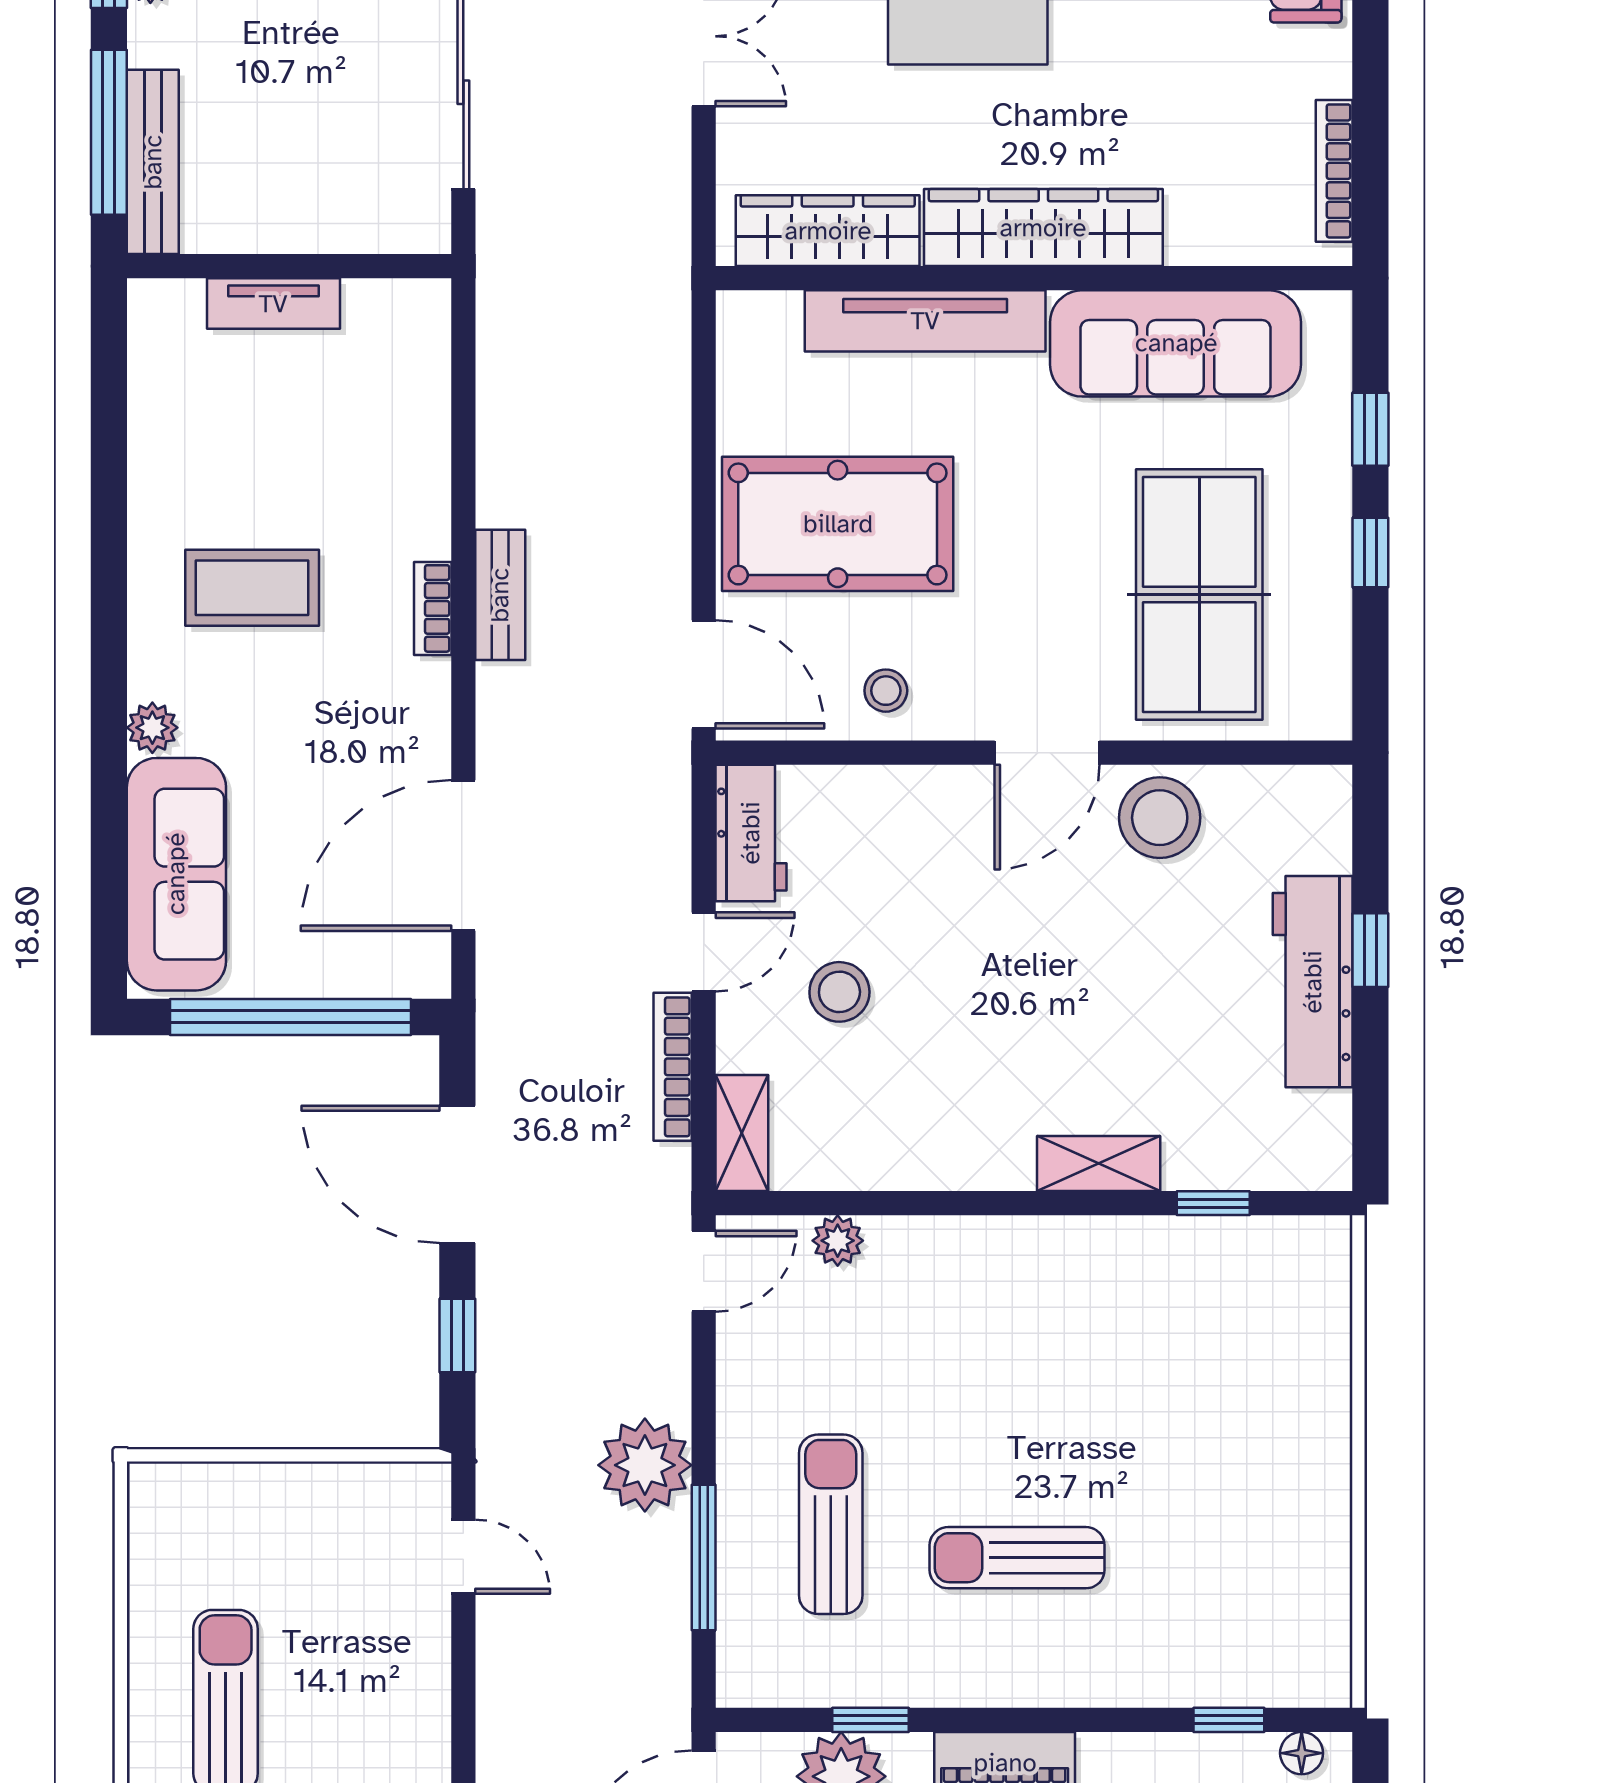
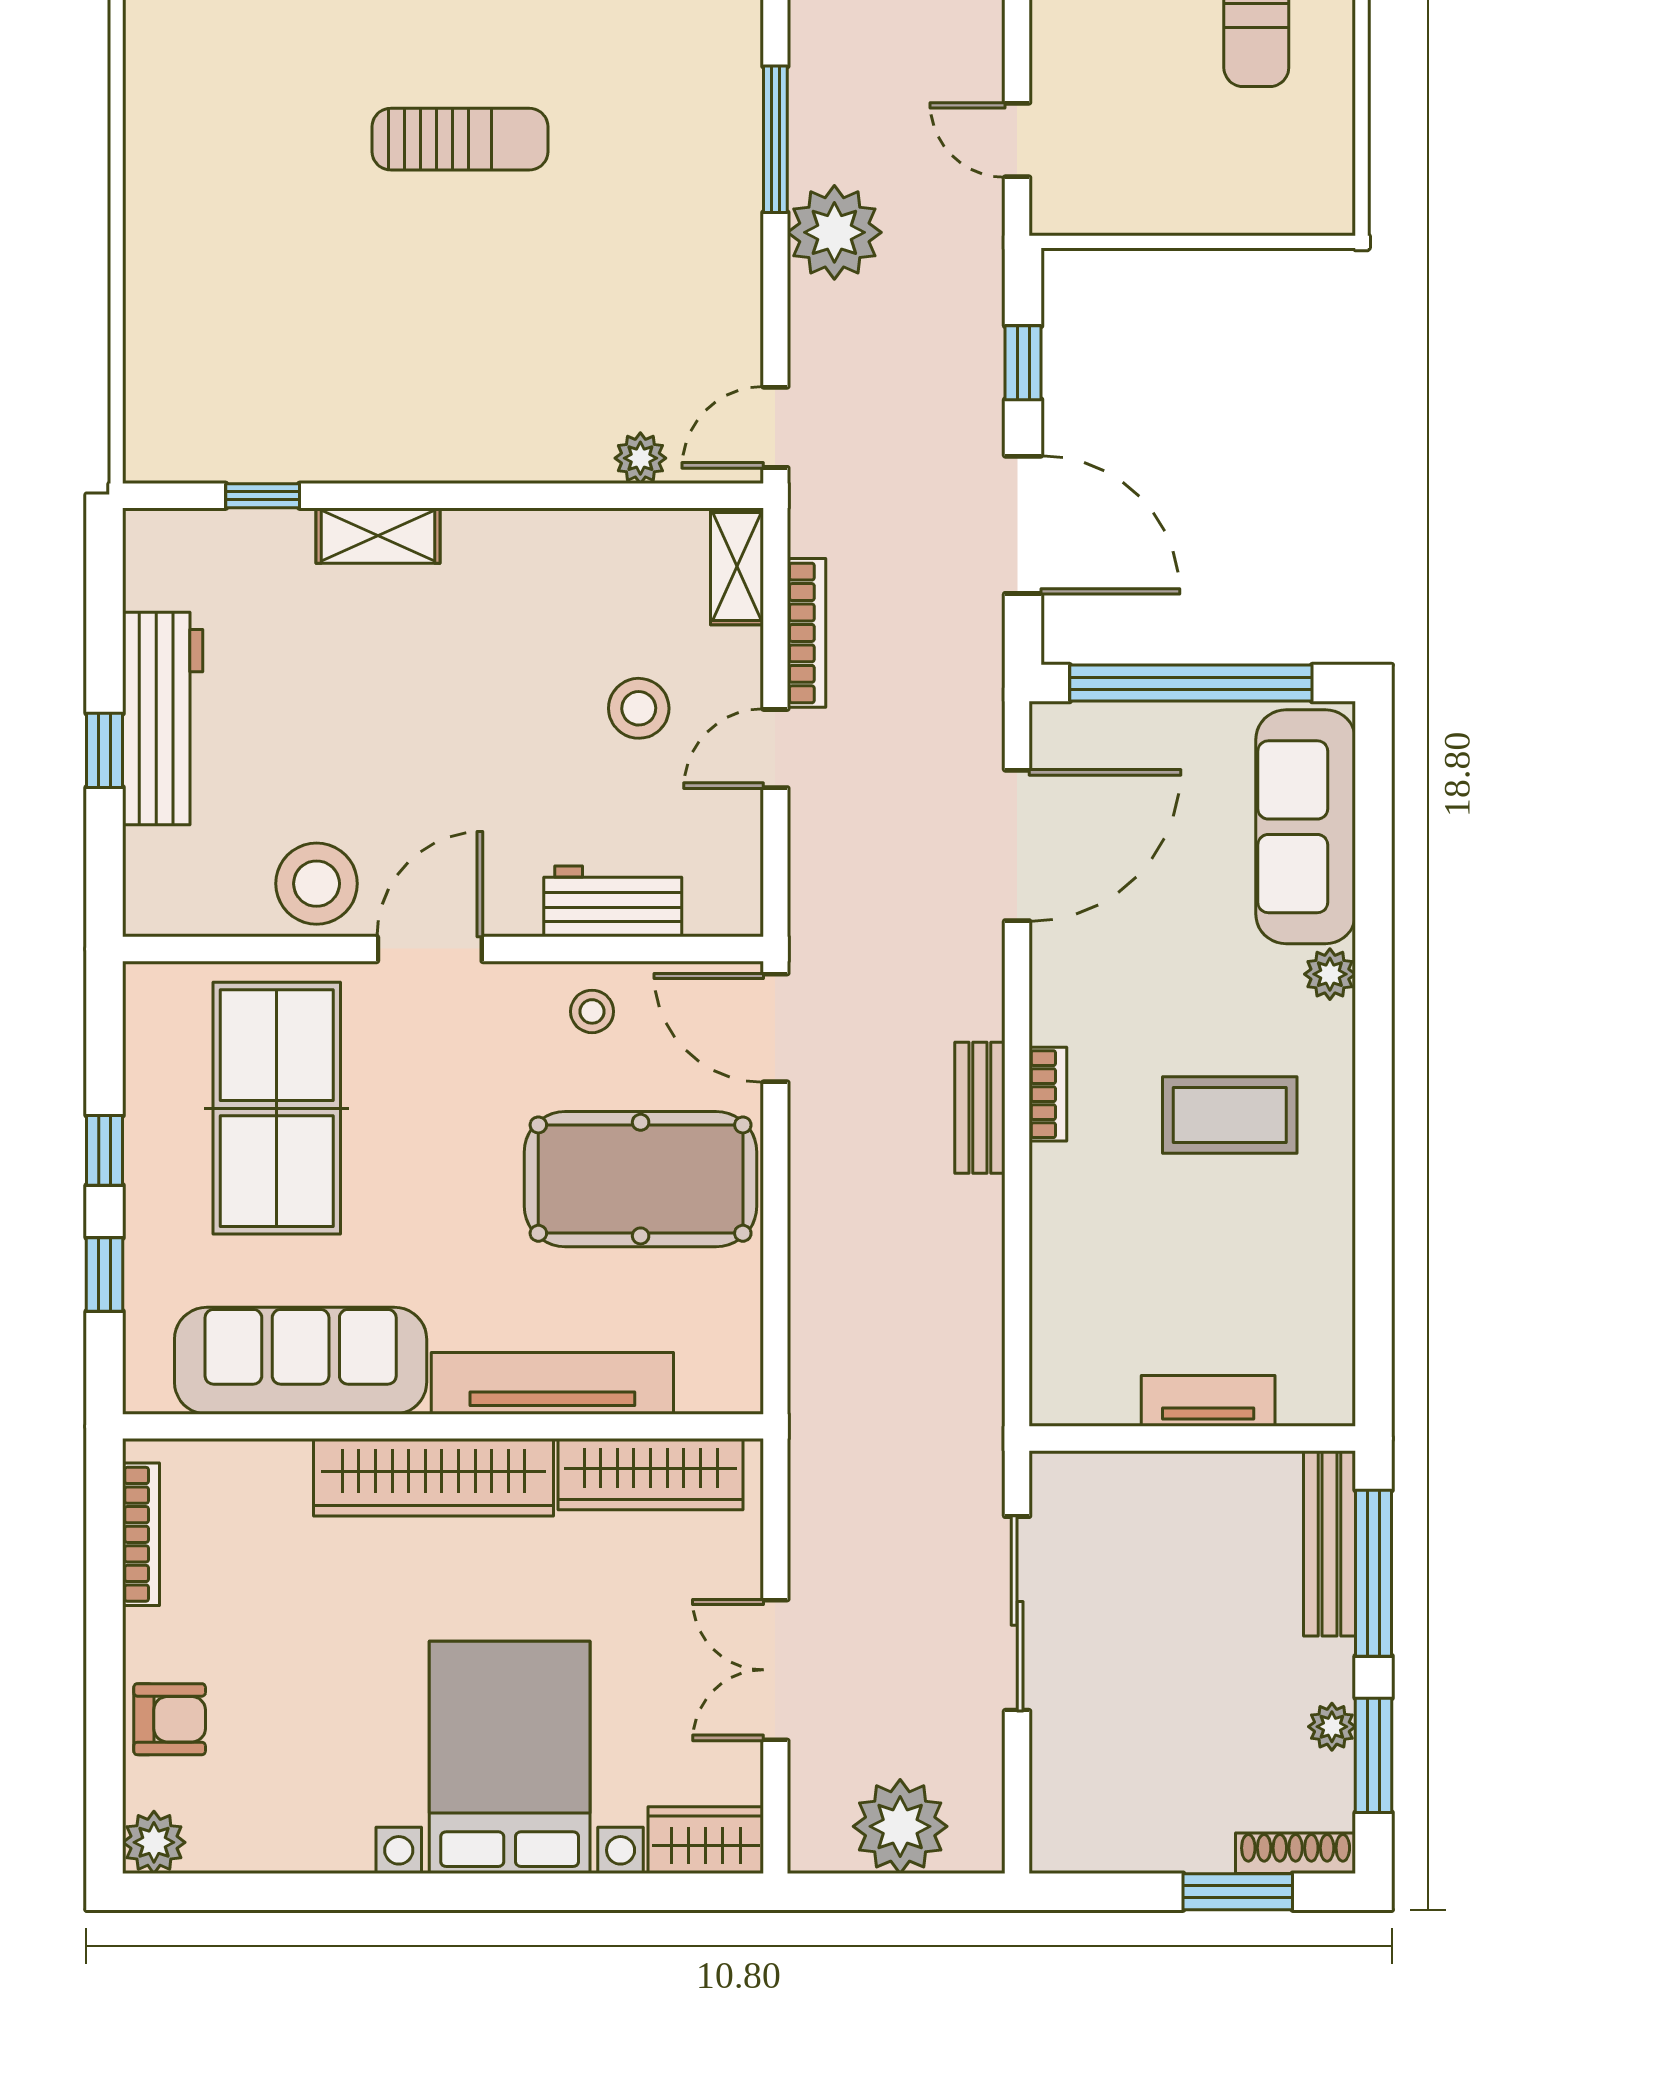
workbench: (751, 833) -> (613, 901), moved, turned 90
sun lounger: (831, 1524) -> (647, 173), removed

